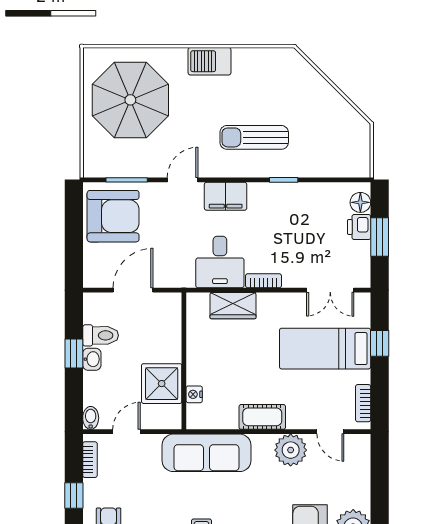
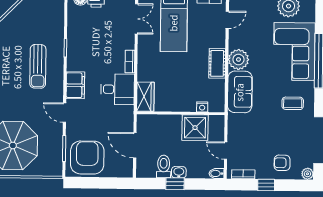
wardrobe: (233, 306) -> (145, 97), moved
plant: (291, 450) -> (238, 59), moved
sofa: (207, 453) -> (240, 92), width x0.73

